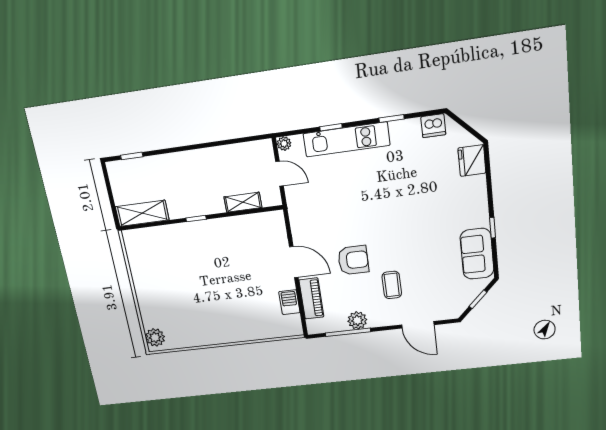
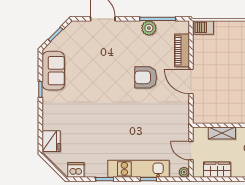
wardrobe: (241, 153) -> (217, 170), added
coffee table: (392, 285) -> (119, 54), removed
barbecue: (289, 302) -> (204, 27), moved, turned 90

